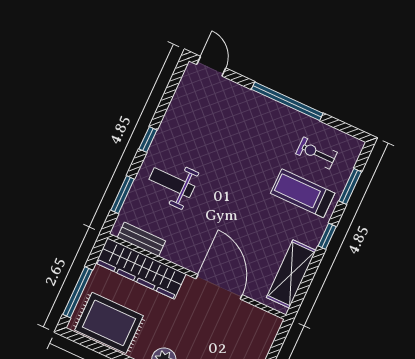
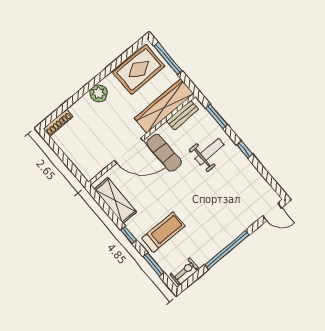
exercise bike: (317, 153) -> (184, 271), moved
exercise mat: (201, 240) -> (164, 153), added

